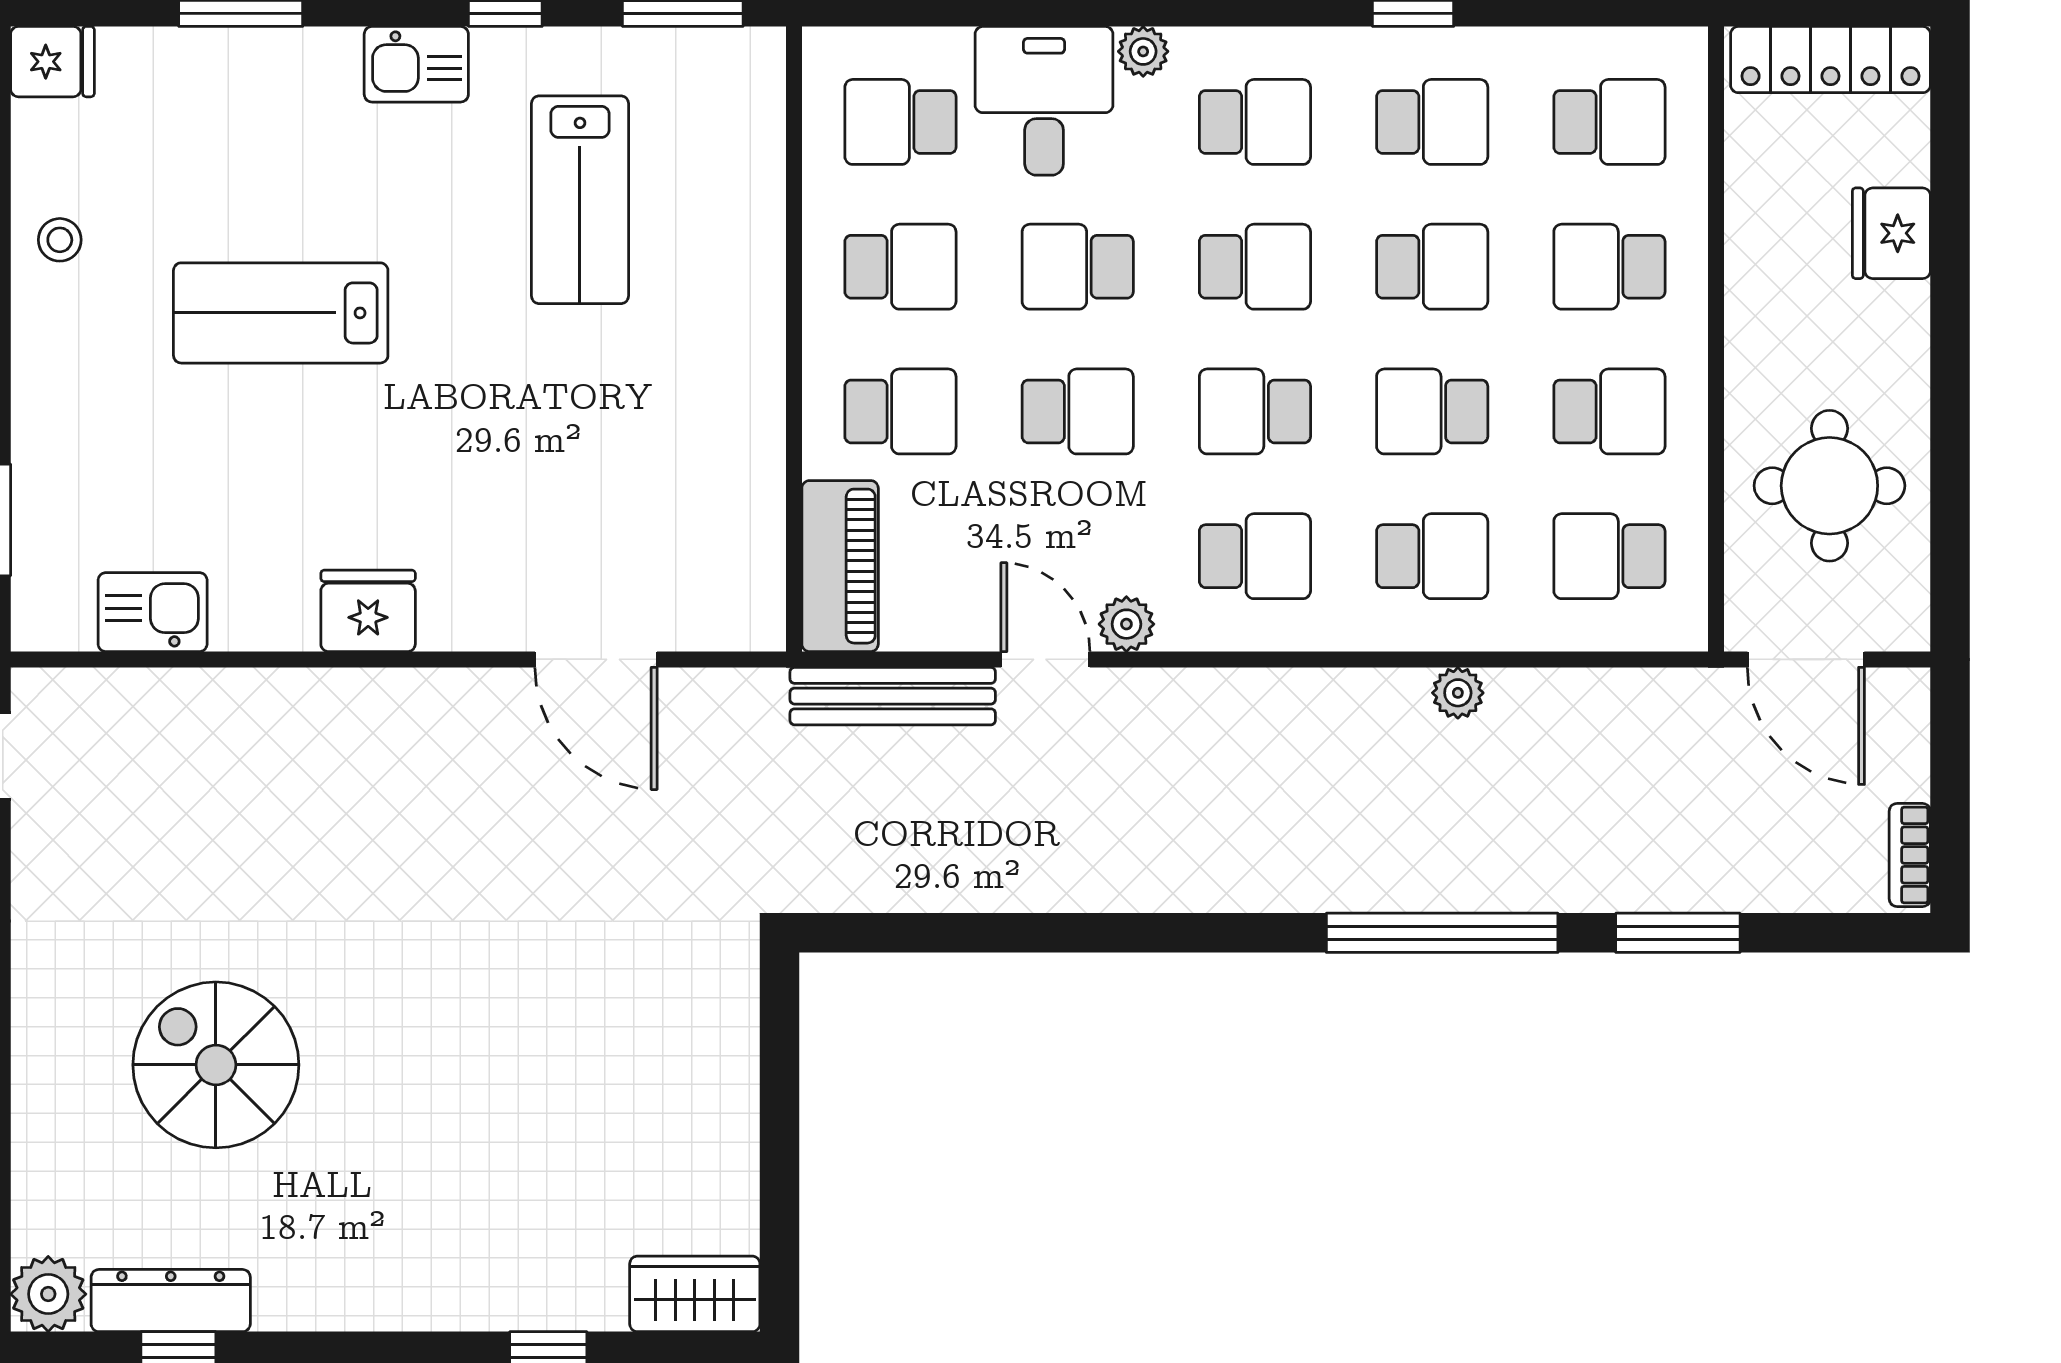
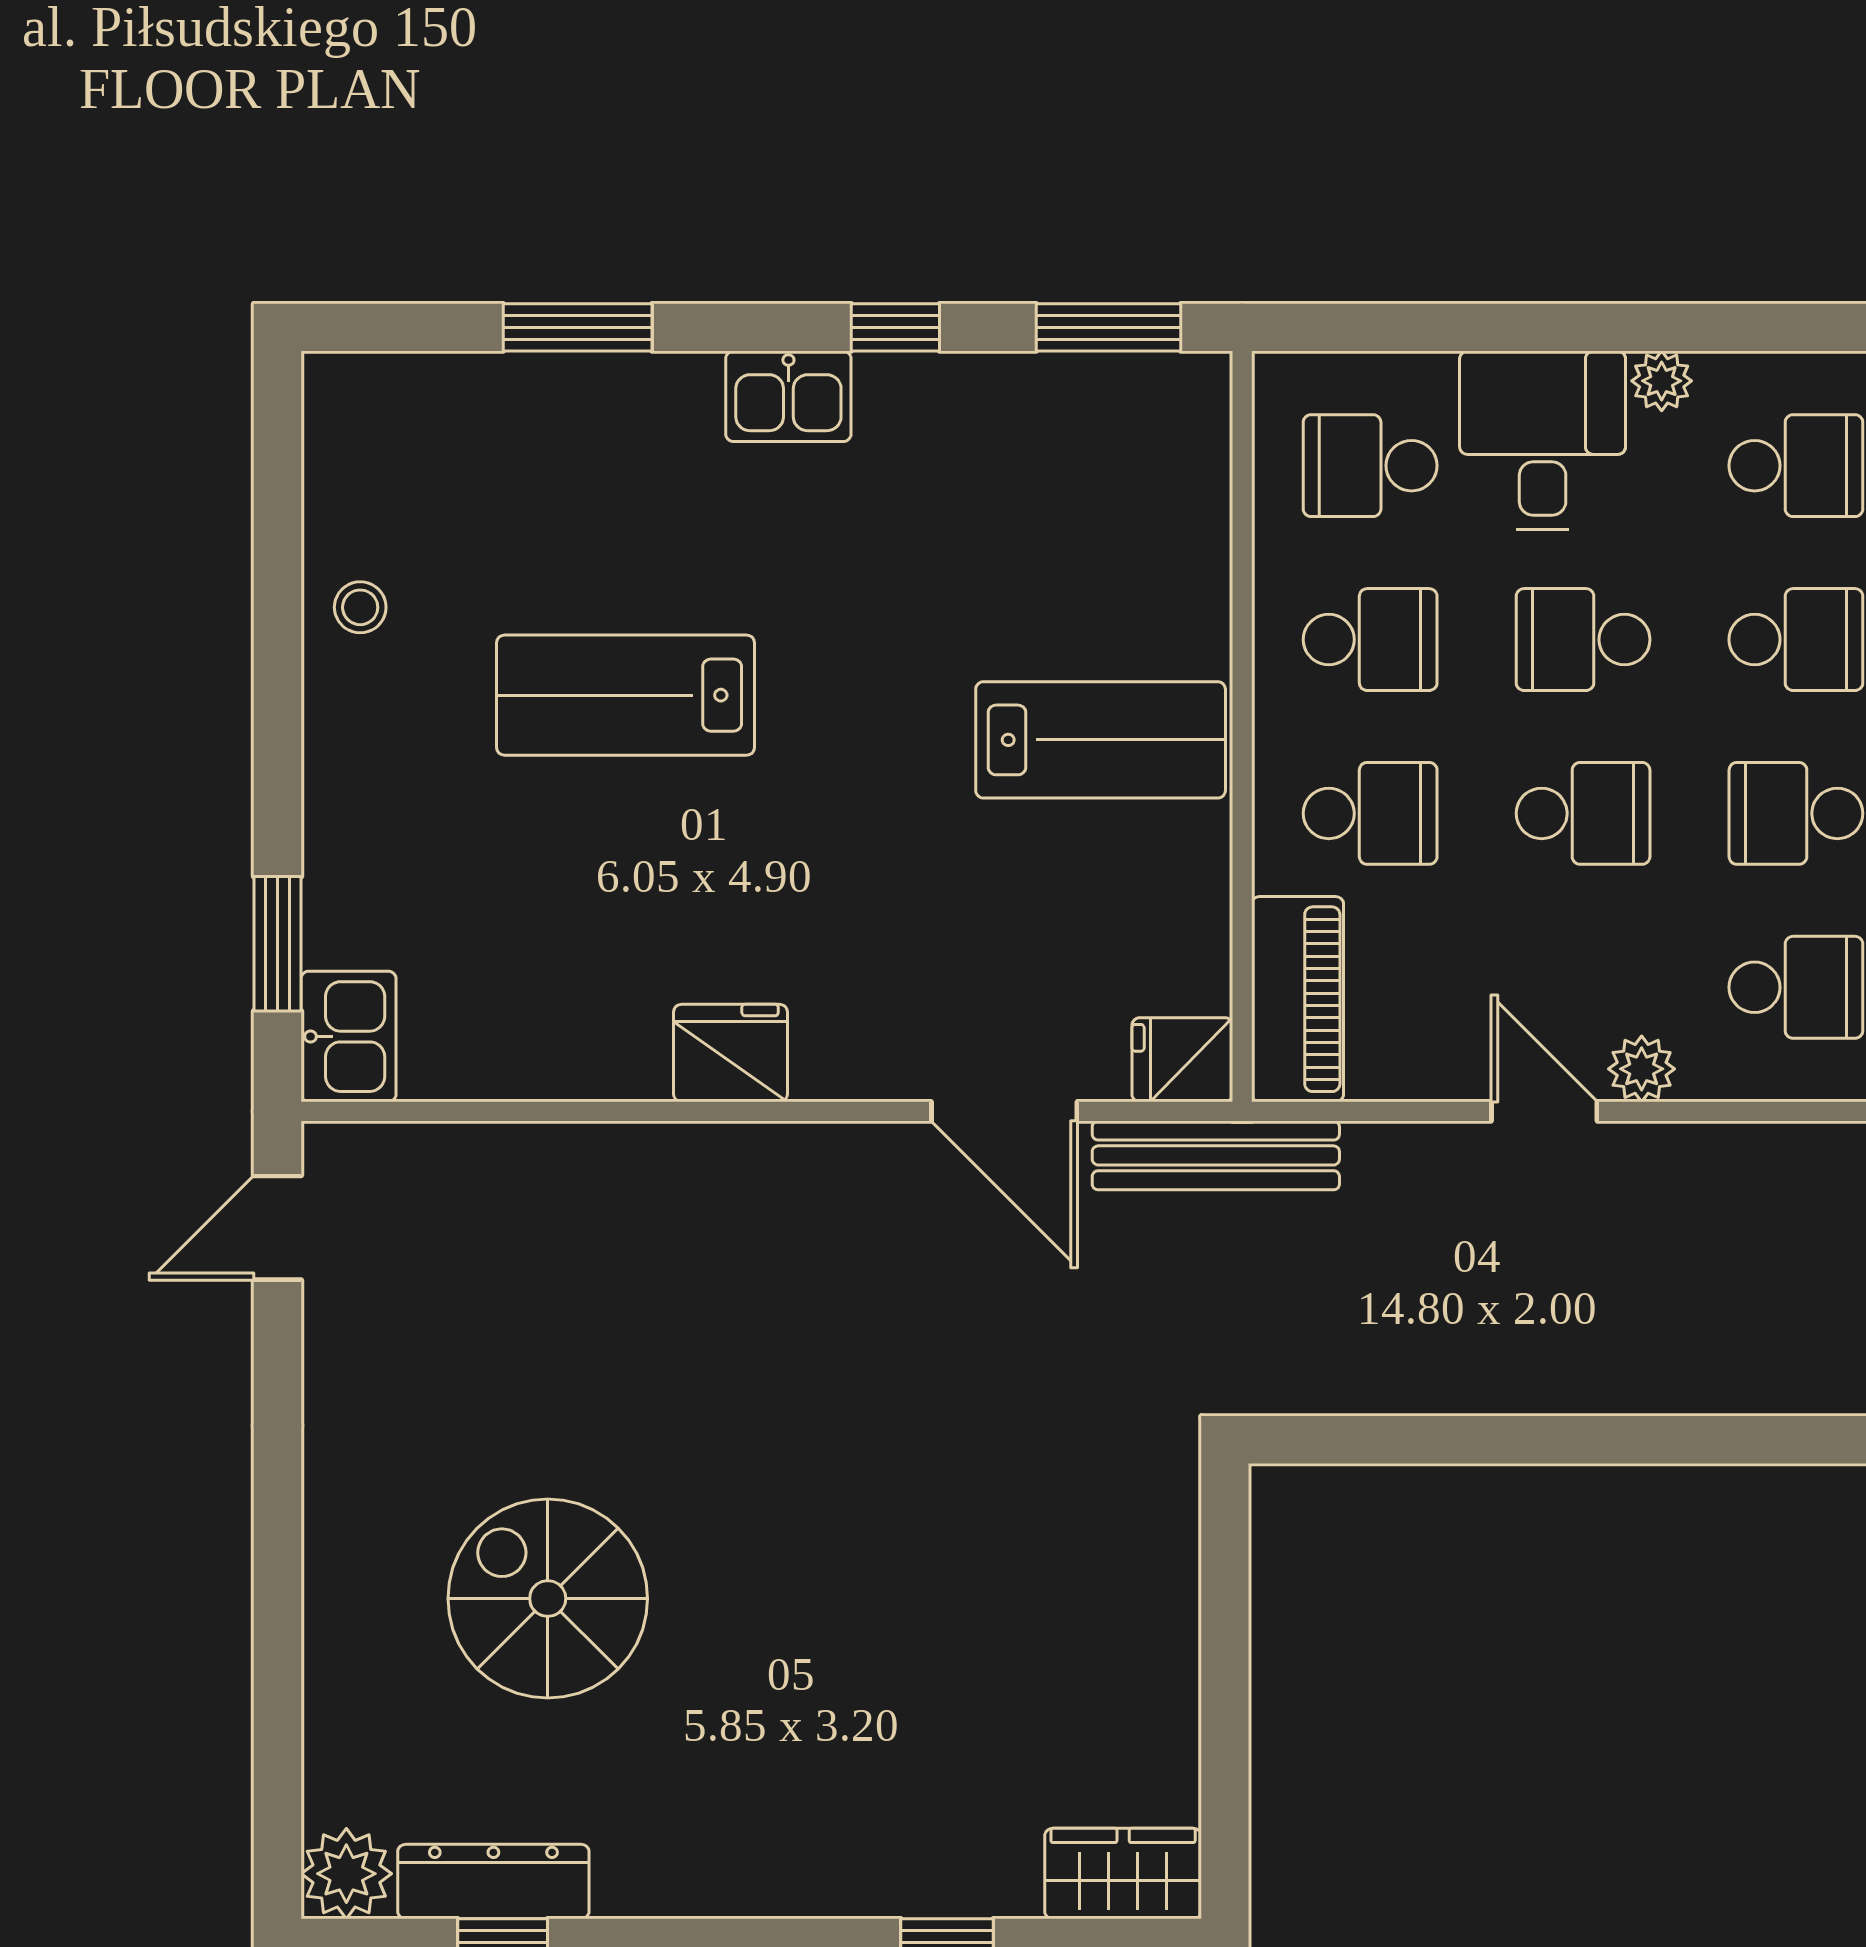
fridge: (52, 62) -> (1182, 1060), moved, turned 180
lab bench: (580, 200) -> (1101, 740), moved, turned -90
kitchen sink: (153, 612) -> (348, 1037), moved, turned 90
bench: (893, 696) -> (1216, 1155), moved

